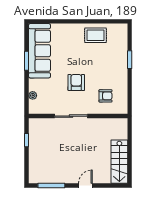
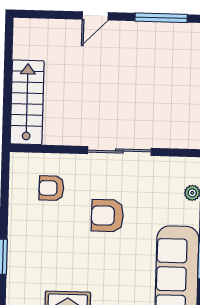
armchair: (76, 82) -> (107, 216), turned 90
stairs: (119, 162) -> (27, 102), moved

